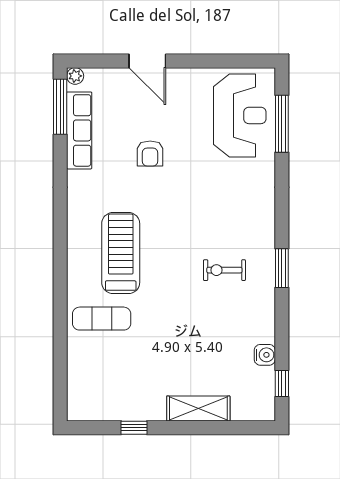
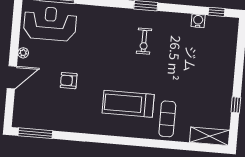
plant: (75, 76) -> (23, 53), moved
row of seats: (79, 130) -> (51, 123), removed
armchair: (150, 153) -> (69, 81), turned 180
shelving: (198, 408) -> (210, 136), moved, turned 90

